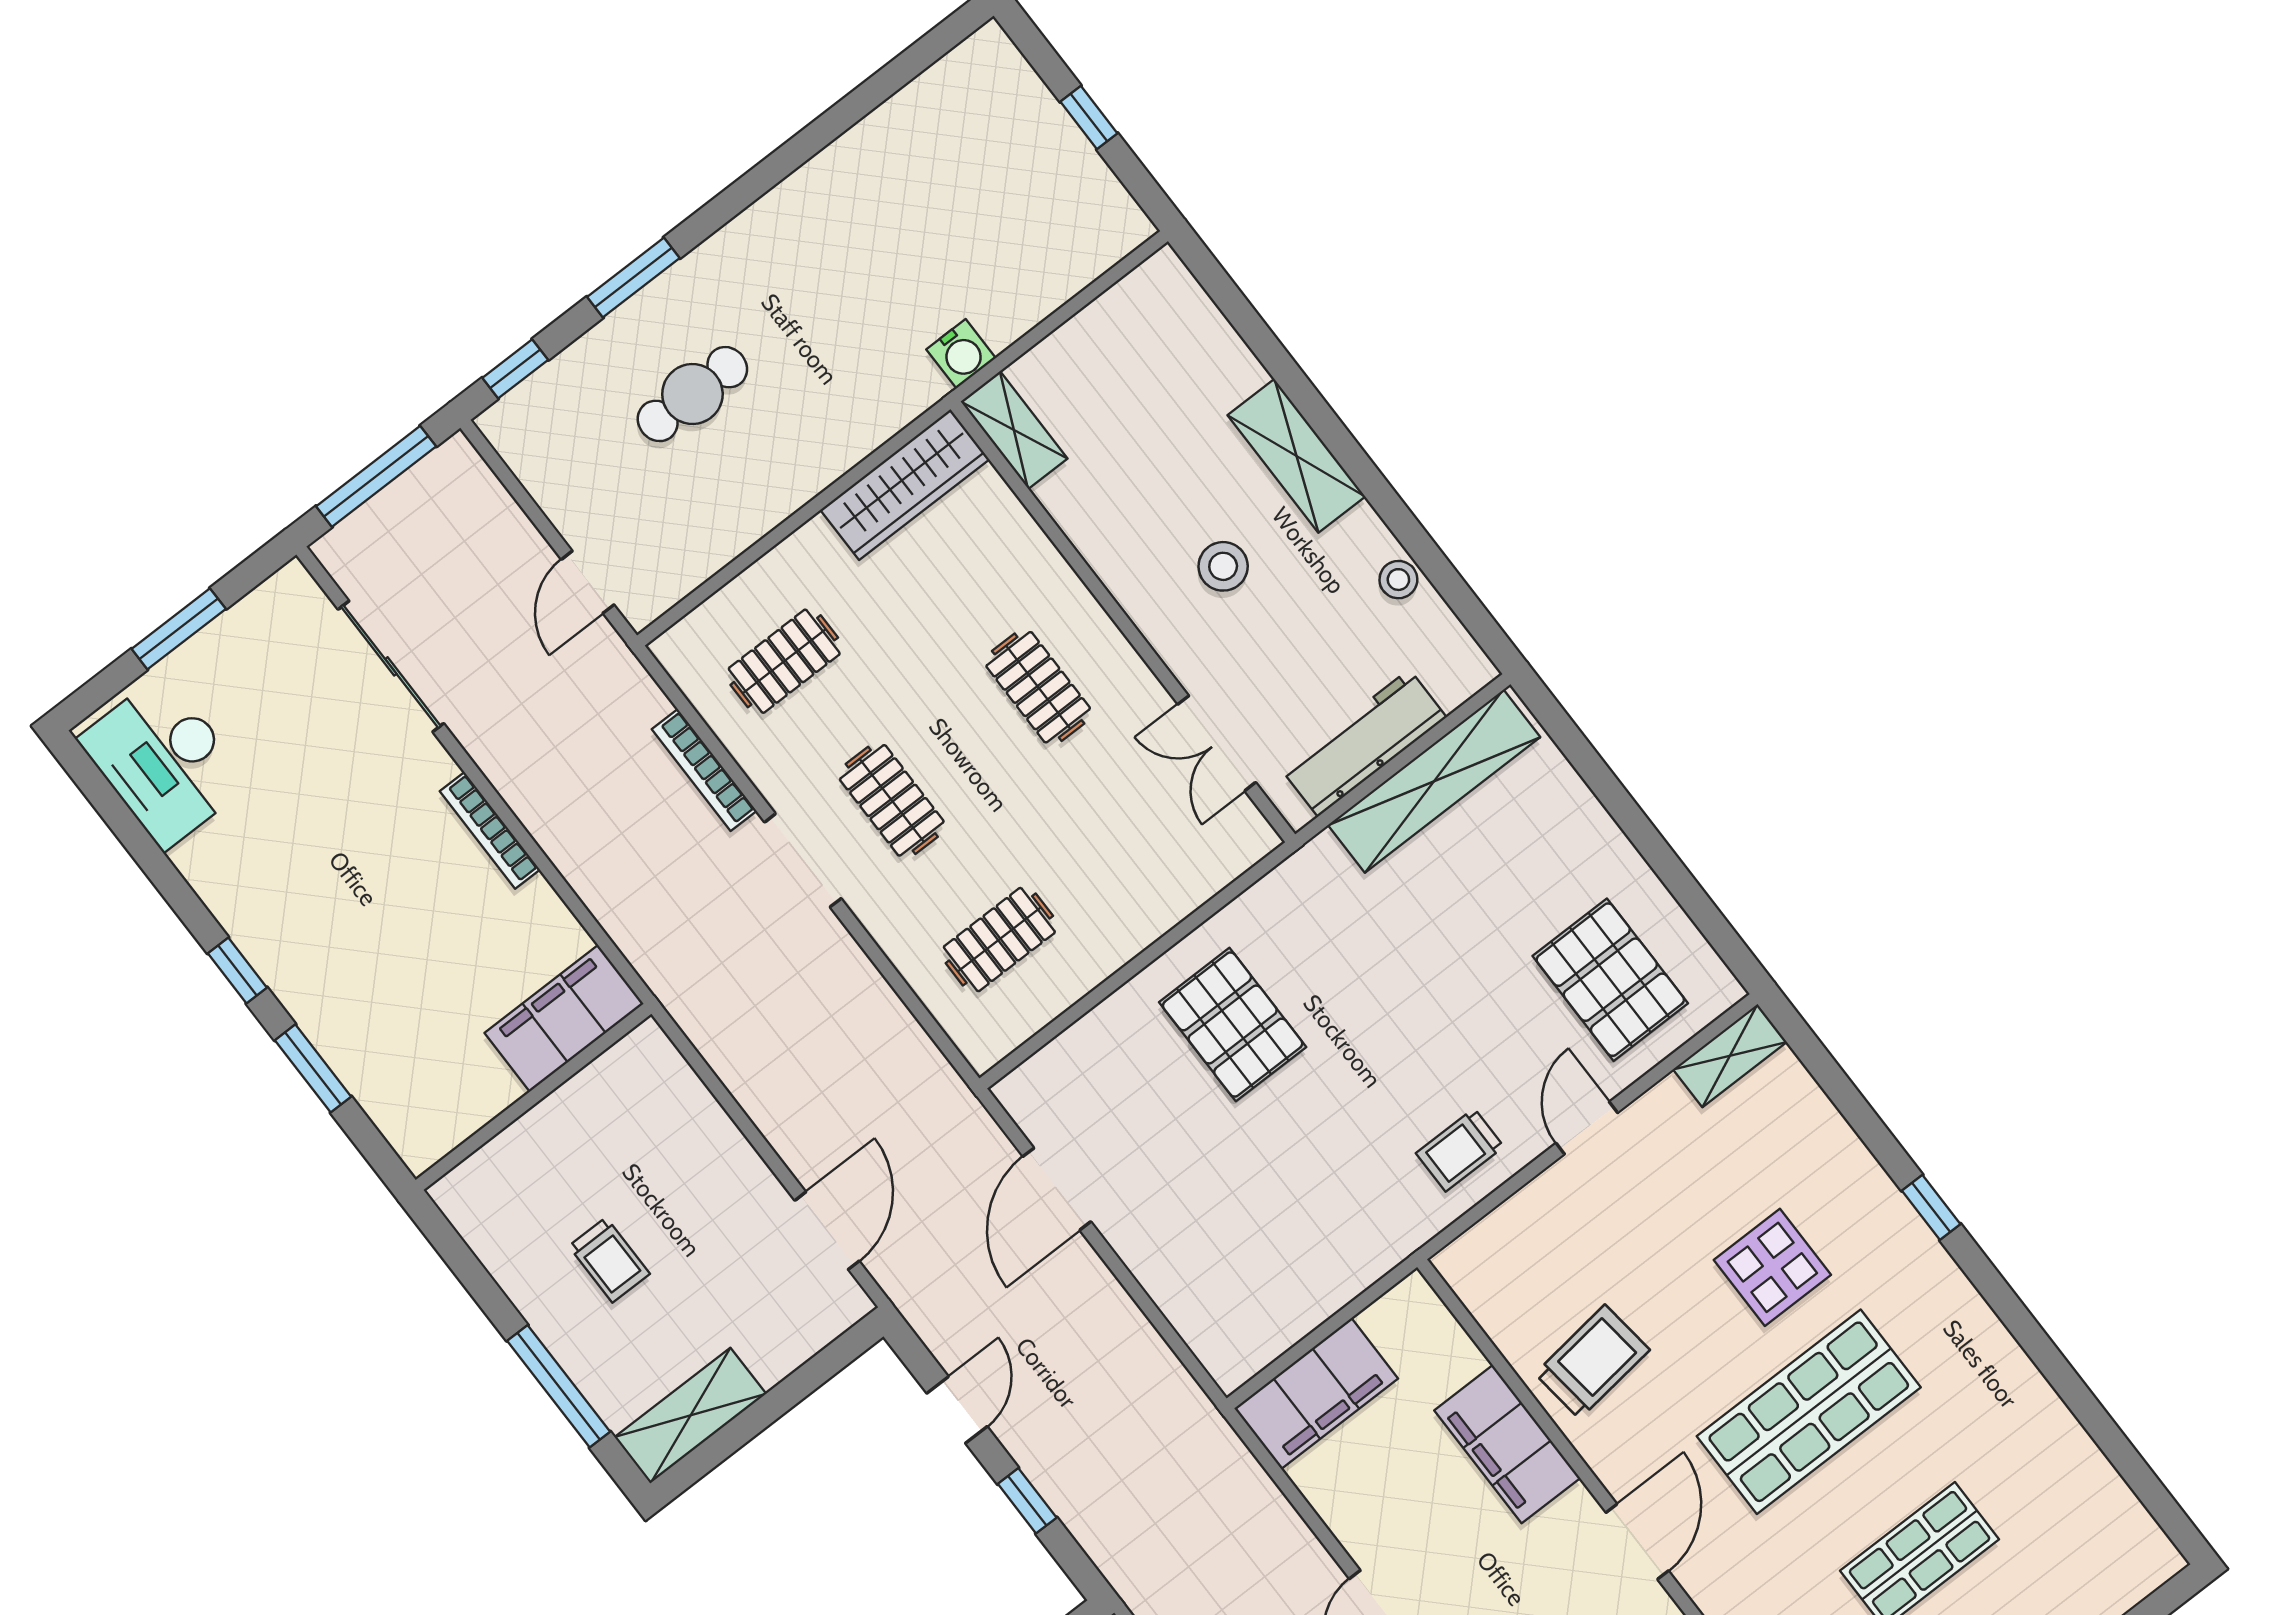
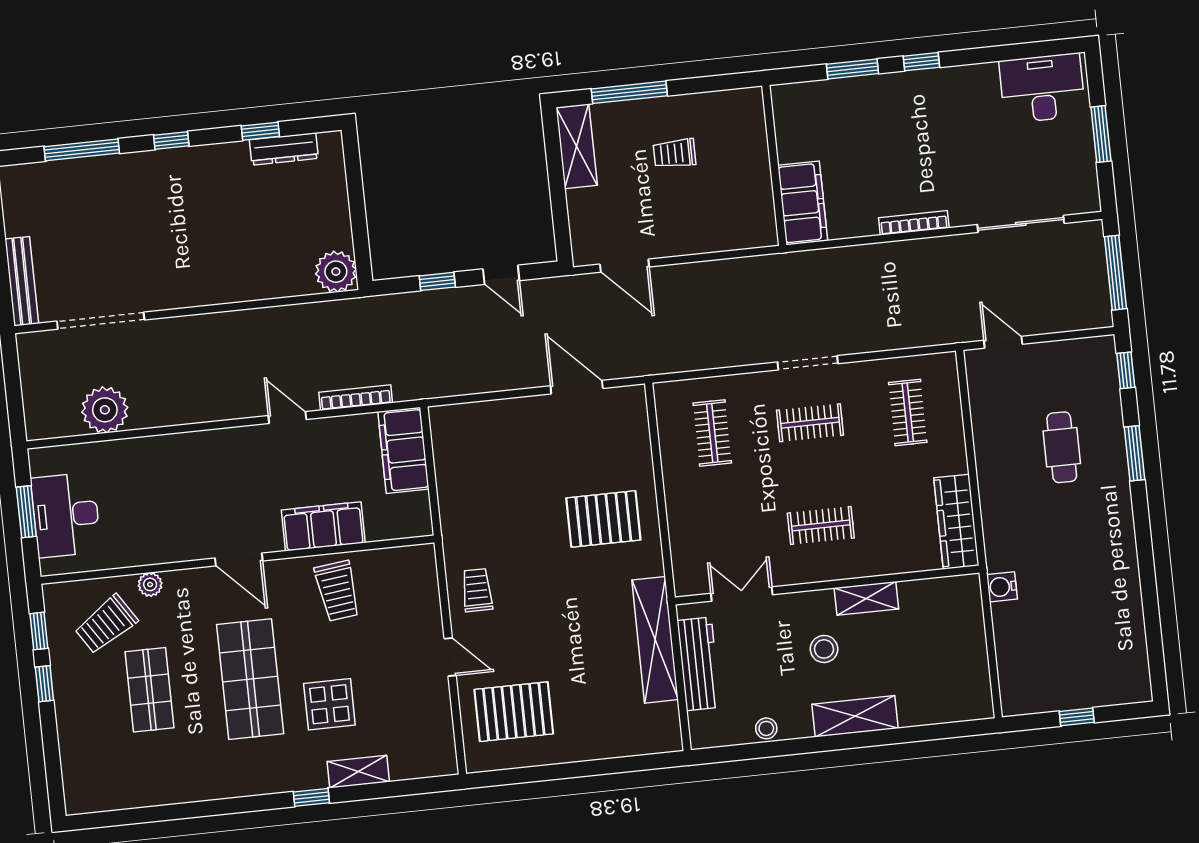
shelving: (1014, 430) -> (866, 598), moved
bookcase: (704, 770) -> (356, 398), moved
shelving: (1434, 781) -> (655, 640), moved
shelving: (1730, 1056) -> (358, 772), moved, turned 90

